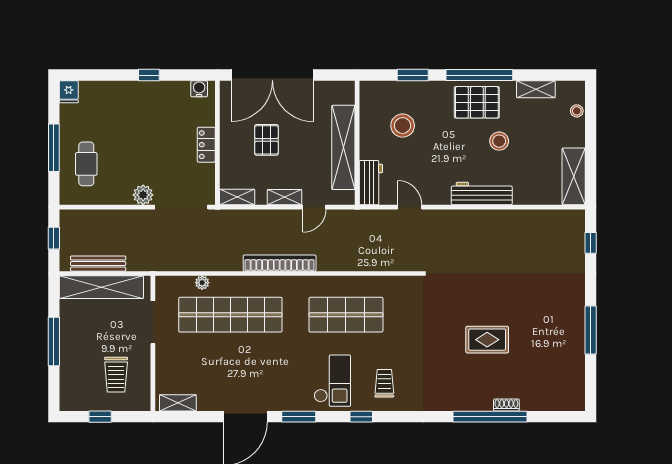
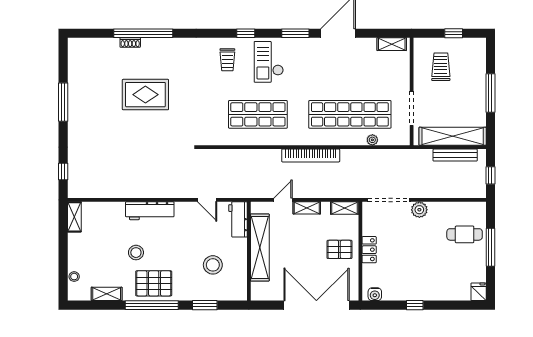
pallet: (266, 140) -> (339, 249), moved, turned 90
cafe table: (86, 164) -> (465, 234), turned 90
shelving: (574, 176) -> (74, 217), width x0.67, depth x0.75
rug: (487, 340) -> (145, 95), width x1.36, depth x1.43

